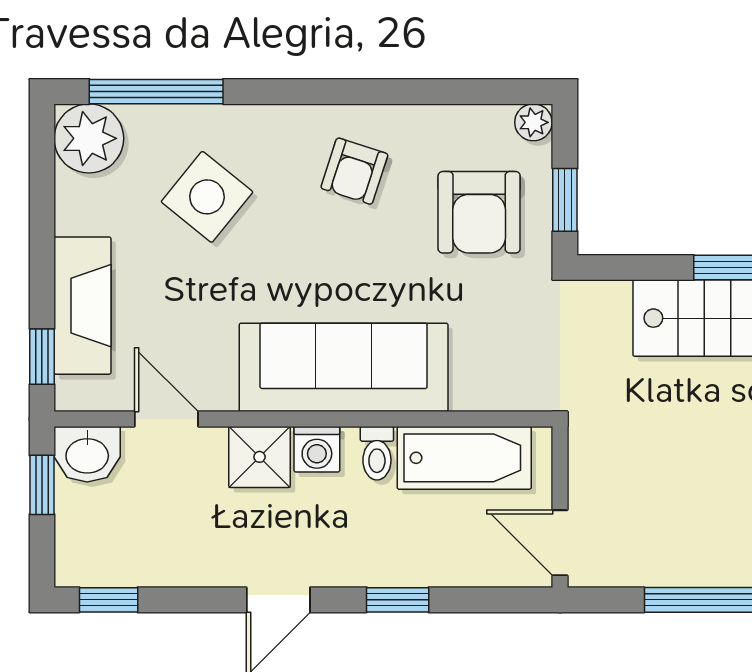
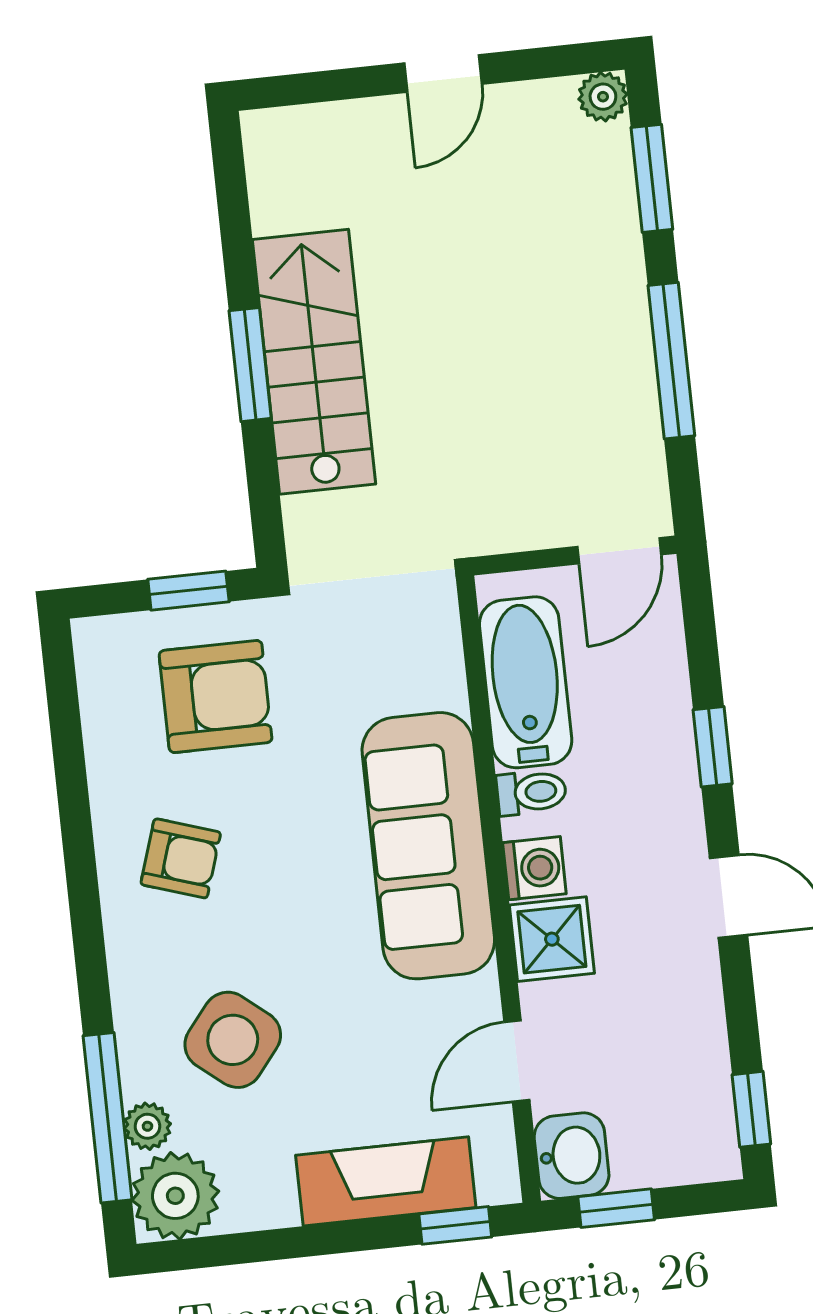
plant: (533, 122) -> (147, 1126), moved

